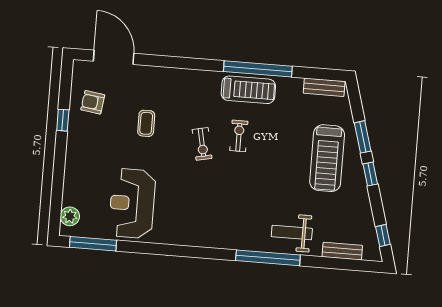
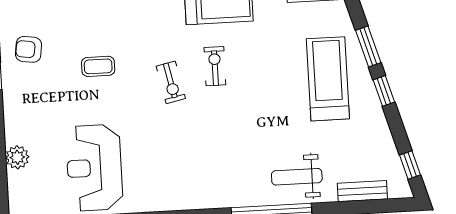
coffee table: (146, 123) -> (98, 66), turned 90
treadmill: (327, 158) -> (328, 79), turned 180
plant: (70, 216) -> (17, 157), moved

